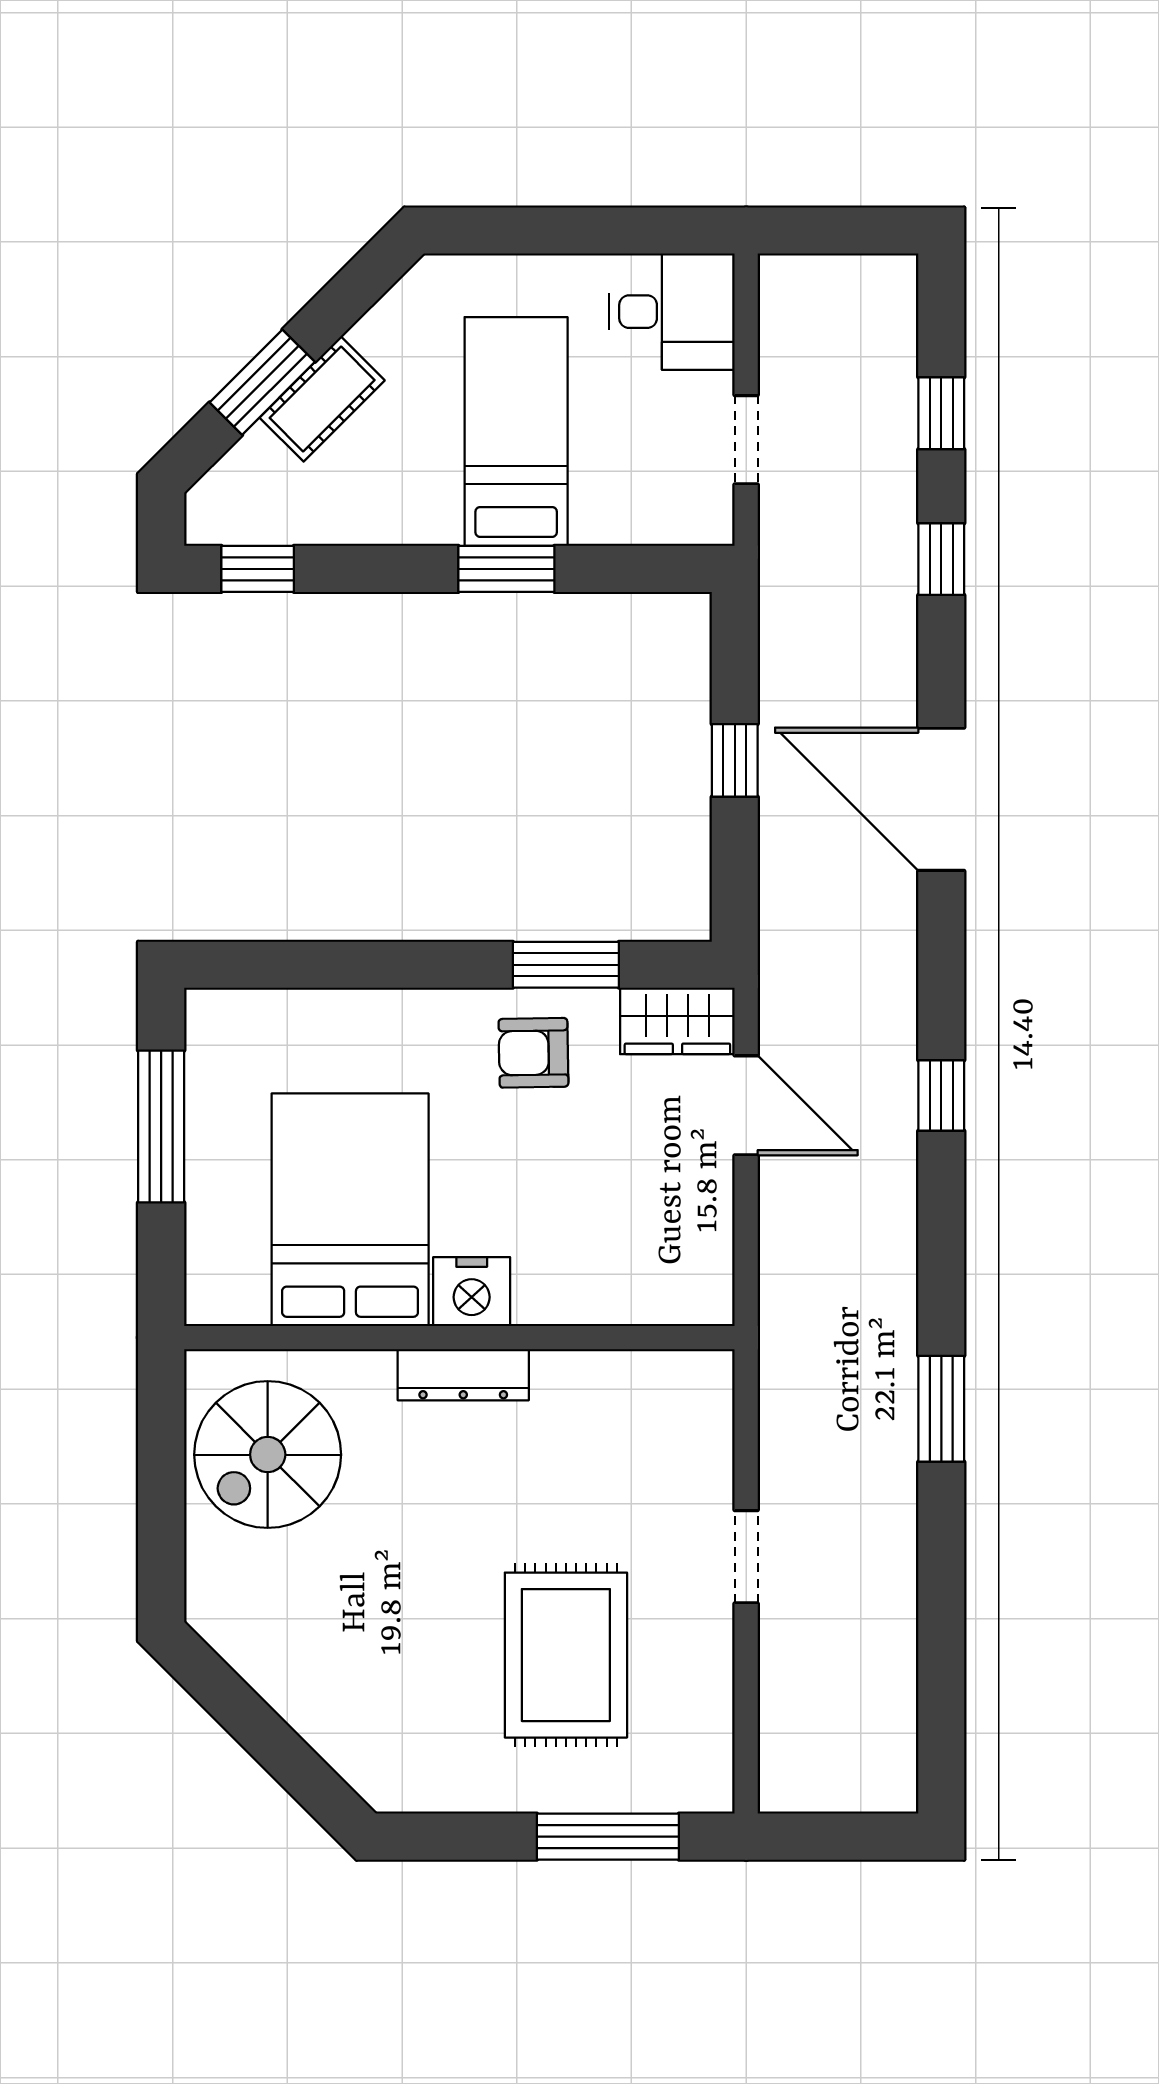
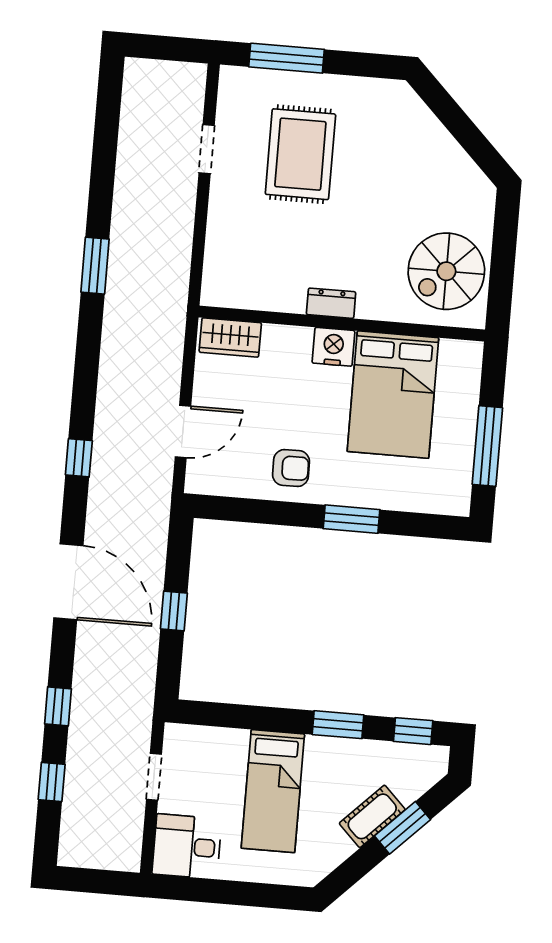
window: (506, 569) -> (338, 725), moved
window: (566, 965) -> (352, 519), moved
wardrobe: (677, 1021) -> (230, 338), moved, turned 180
window: (941, 1096) -> (79, 458), moved
door: (746, 1105) -> (183, 432), swing flipped
dresser: (463, 1375) -> (331, 303), width x0.70
spiral stairs: (268, 1455) -> (446, 271), turned 180
doorway: (746, 1557) -> (207, 149), moved

